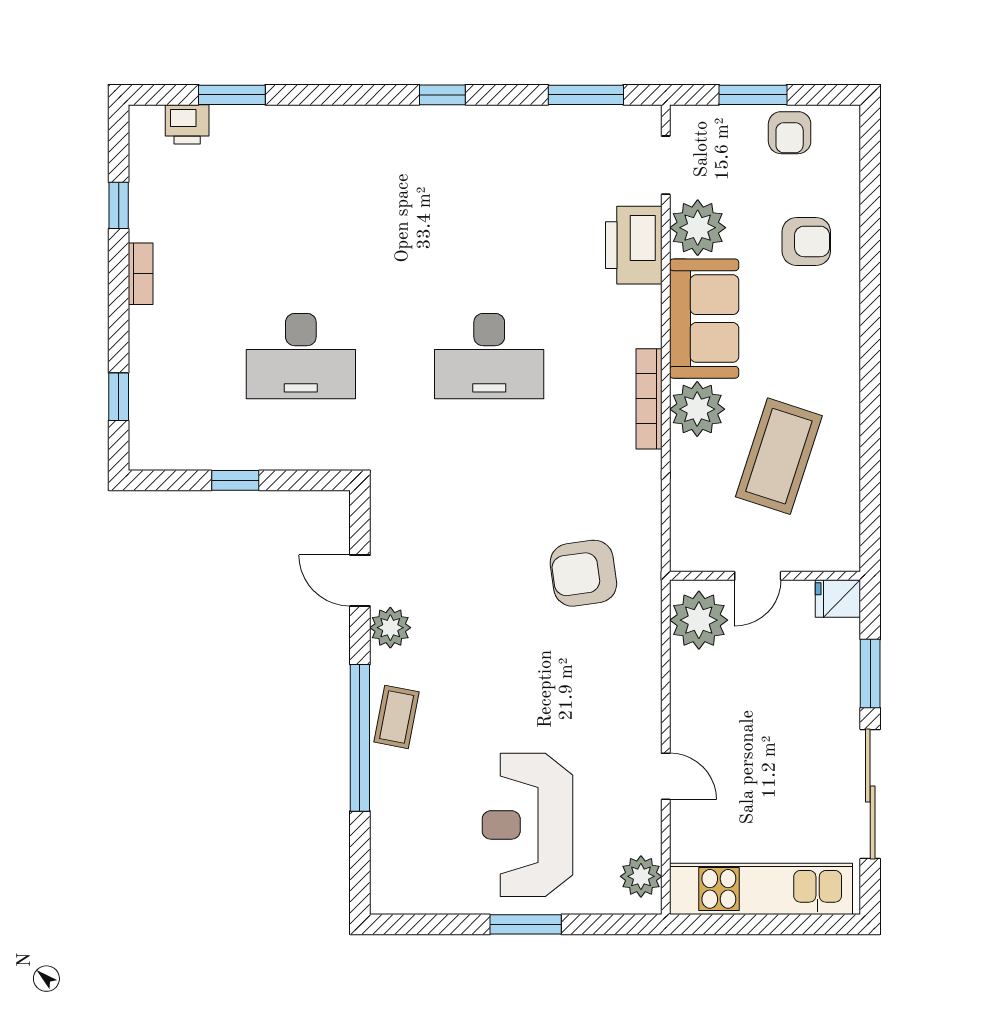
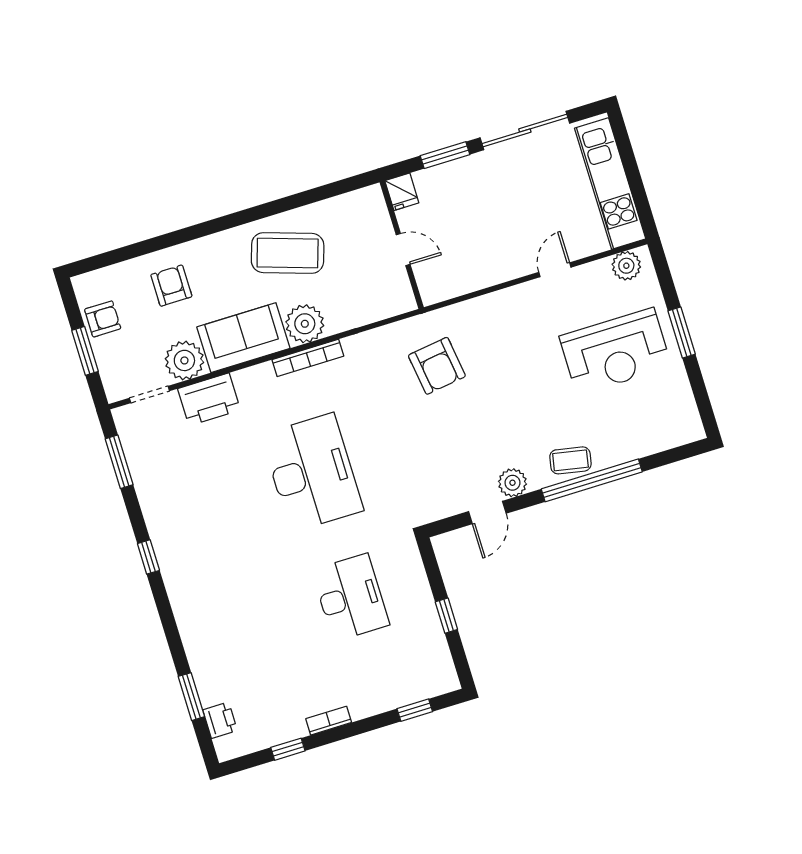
desk: (489, 356) -> (312, 473), width x1.36, depth x1.30
coffee table: (779, 456) -> (288, 253), moved
plant: (699, 620) -> (445, 280), removed

